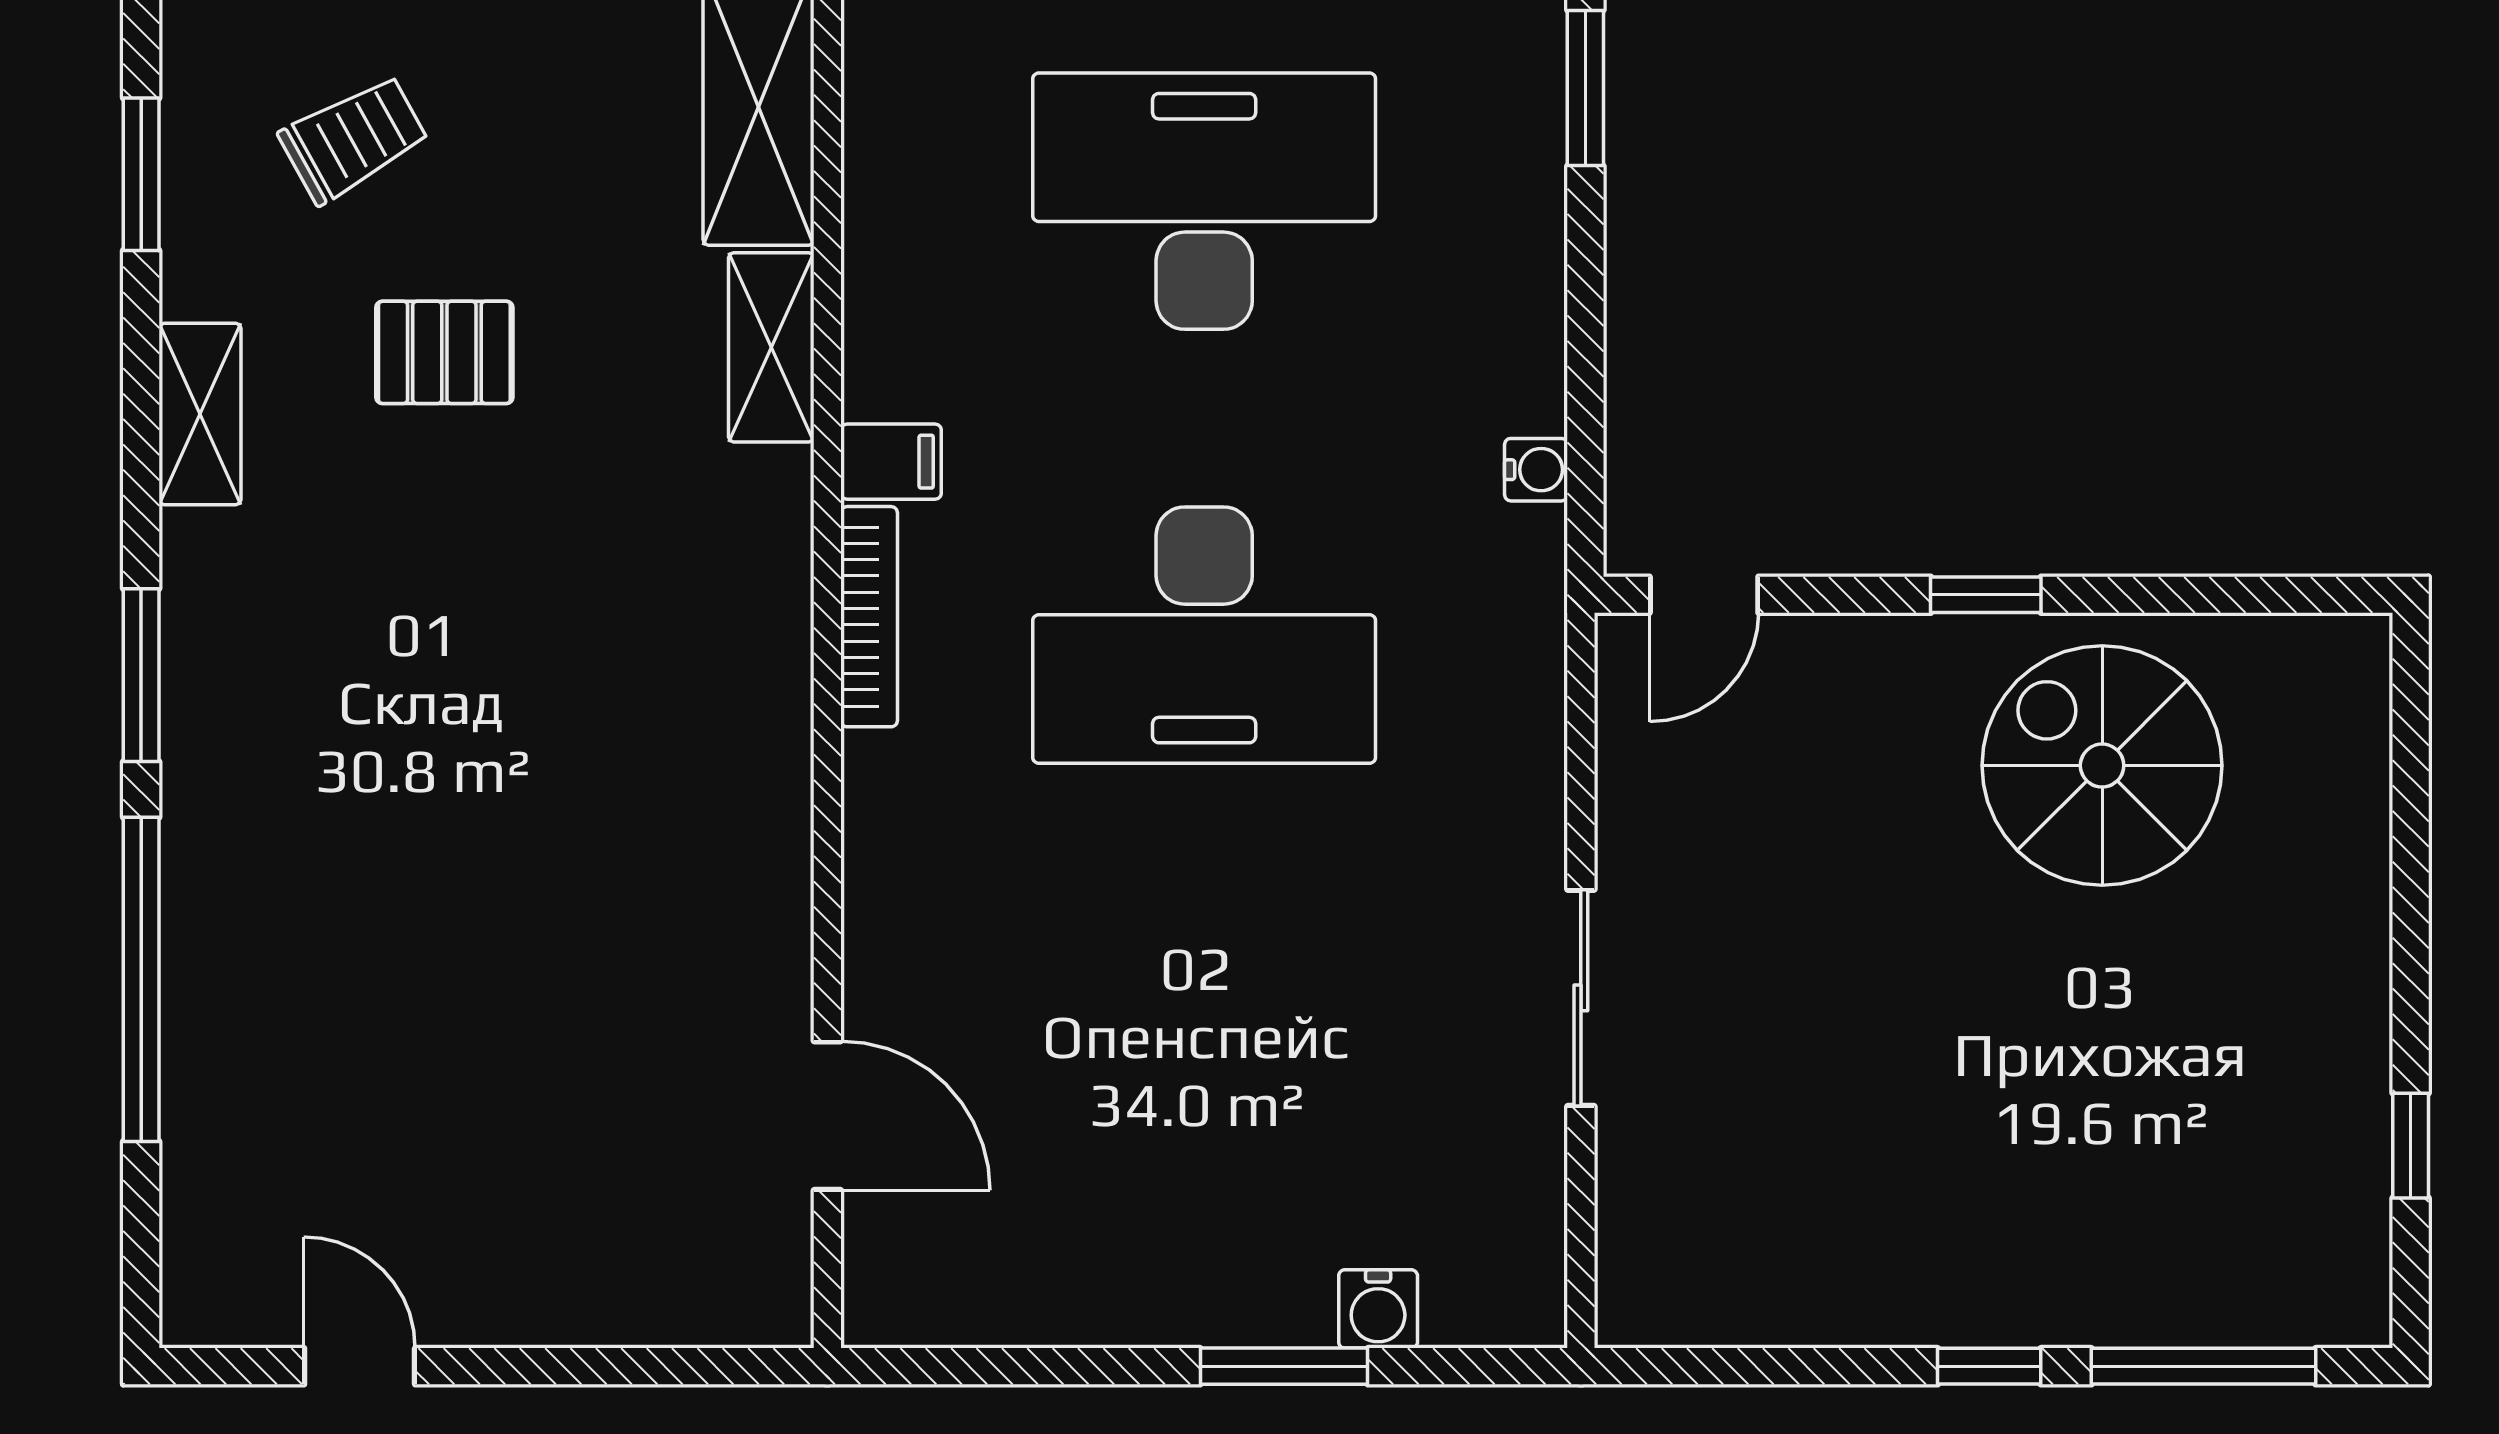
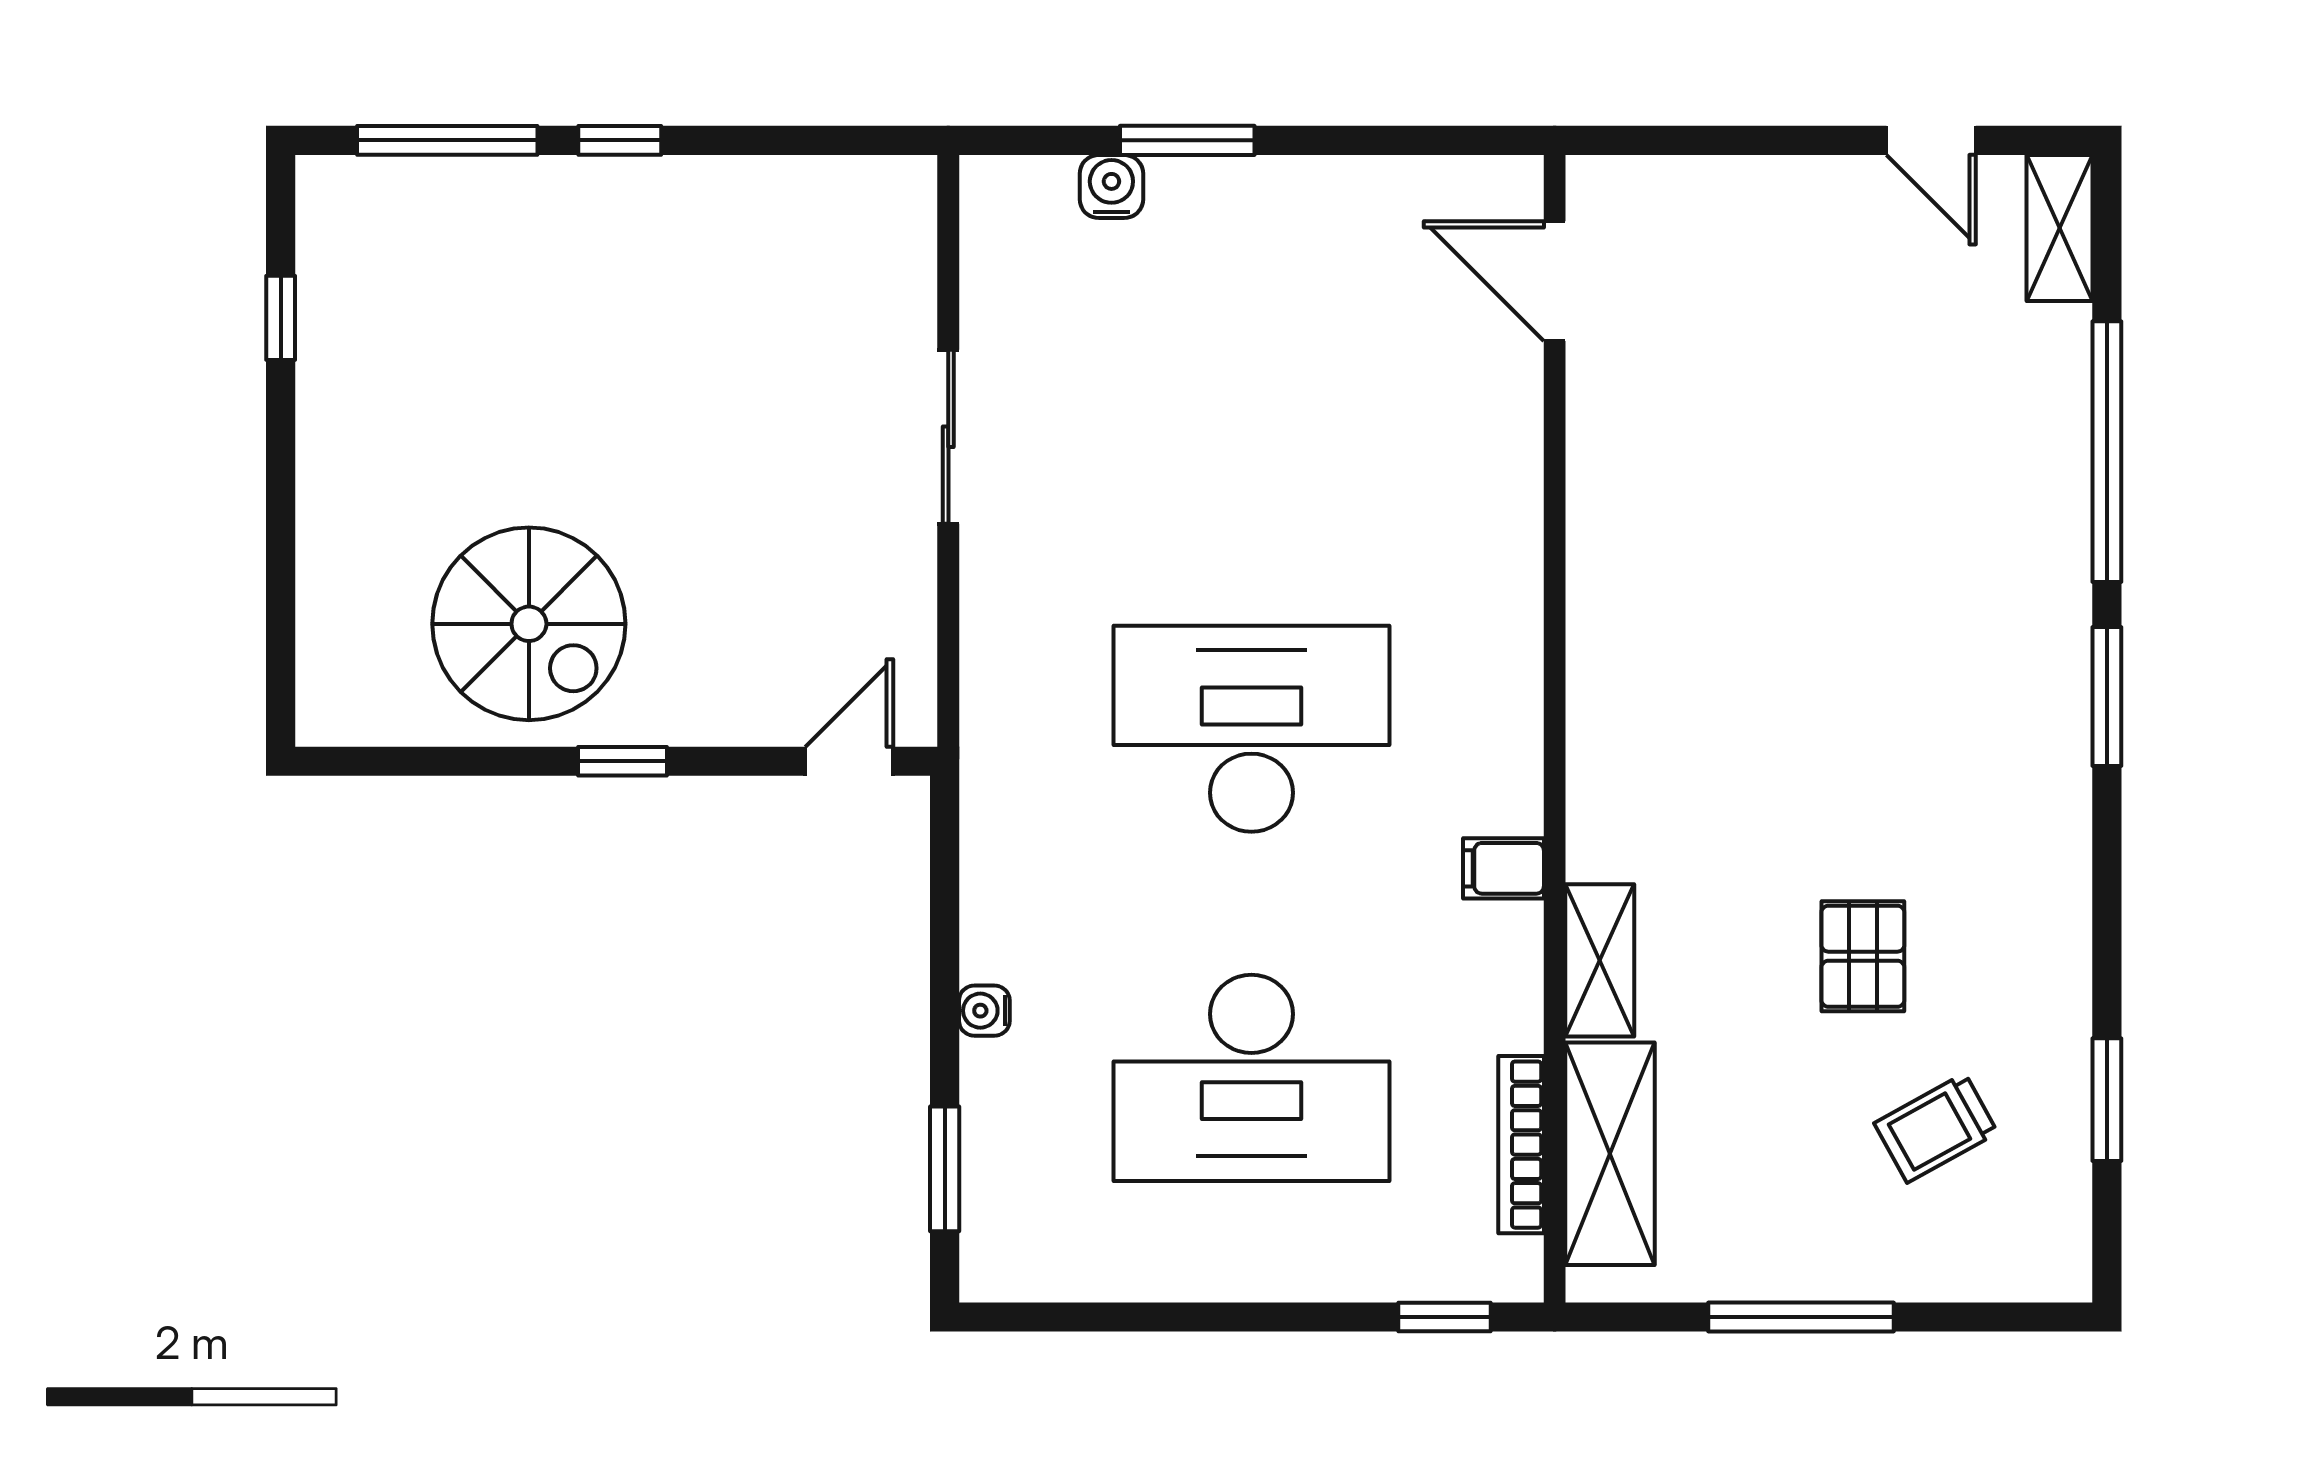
pallet: (444, 352) -> (1863, 956), turned 90
shelving: (200, 414) -> (2059, 228), moved
water cooler: (1536, 470) -> (984, 1011), moved
bookcase: (869, 617) -> (1521, 1145), moved
door: (827, 1116) -> (1555, 281), moved

